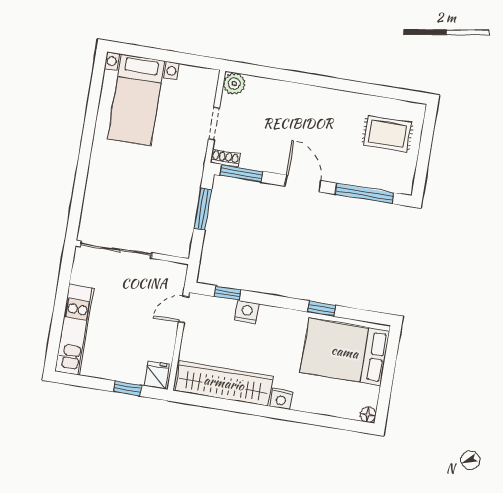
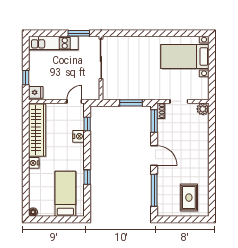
door: (303, 183) -> (154, 156), hinge flipped
window: (64, 282) -> (79, 33), added
door: (184, 309) -> (74, 101), hinge flipped
bed: (345, 352) -> (65, 194), width x0.67

